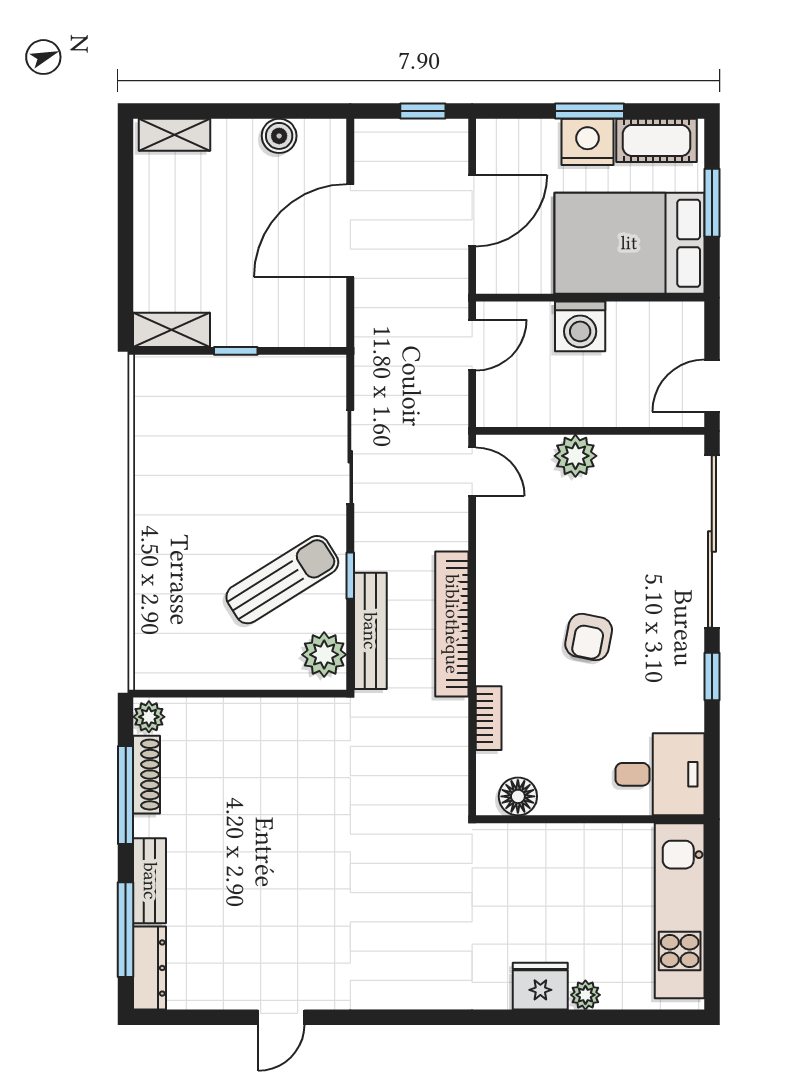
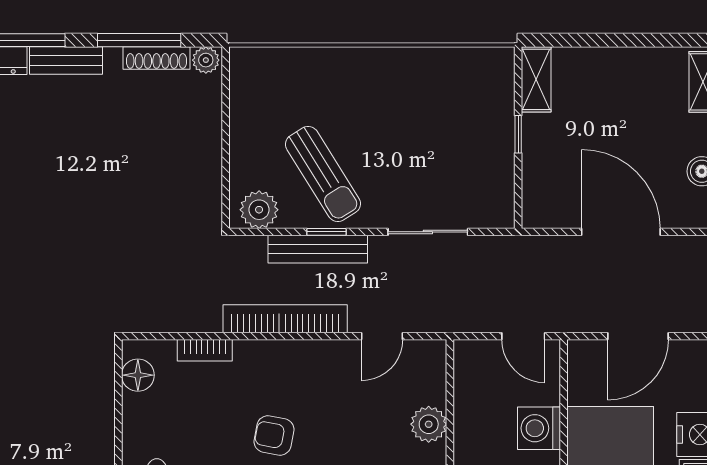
door: (472, 211) -> (638, 336), hinge flipped
door: (472, 472) -> (382, 336), moved
bench: (370, 631) -> (318, 249), moved

